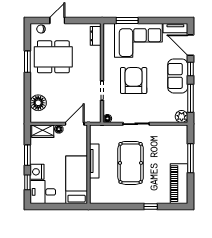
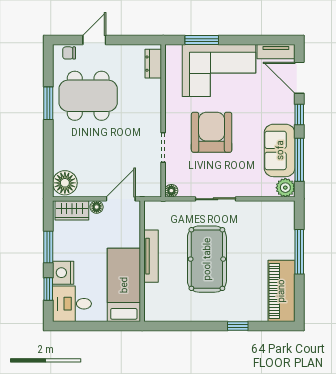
sofa: (178, 76) -> (280, 150), moved
floor lamp: (38, 103) -> (65, 183), moved

